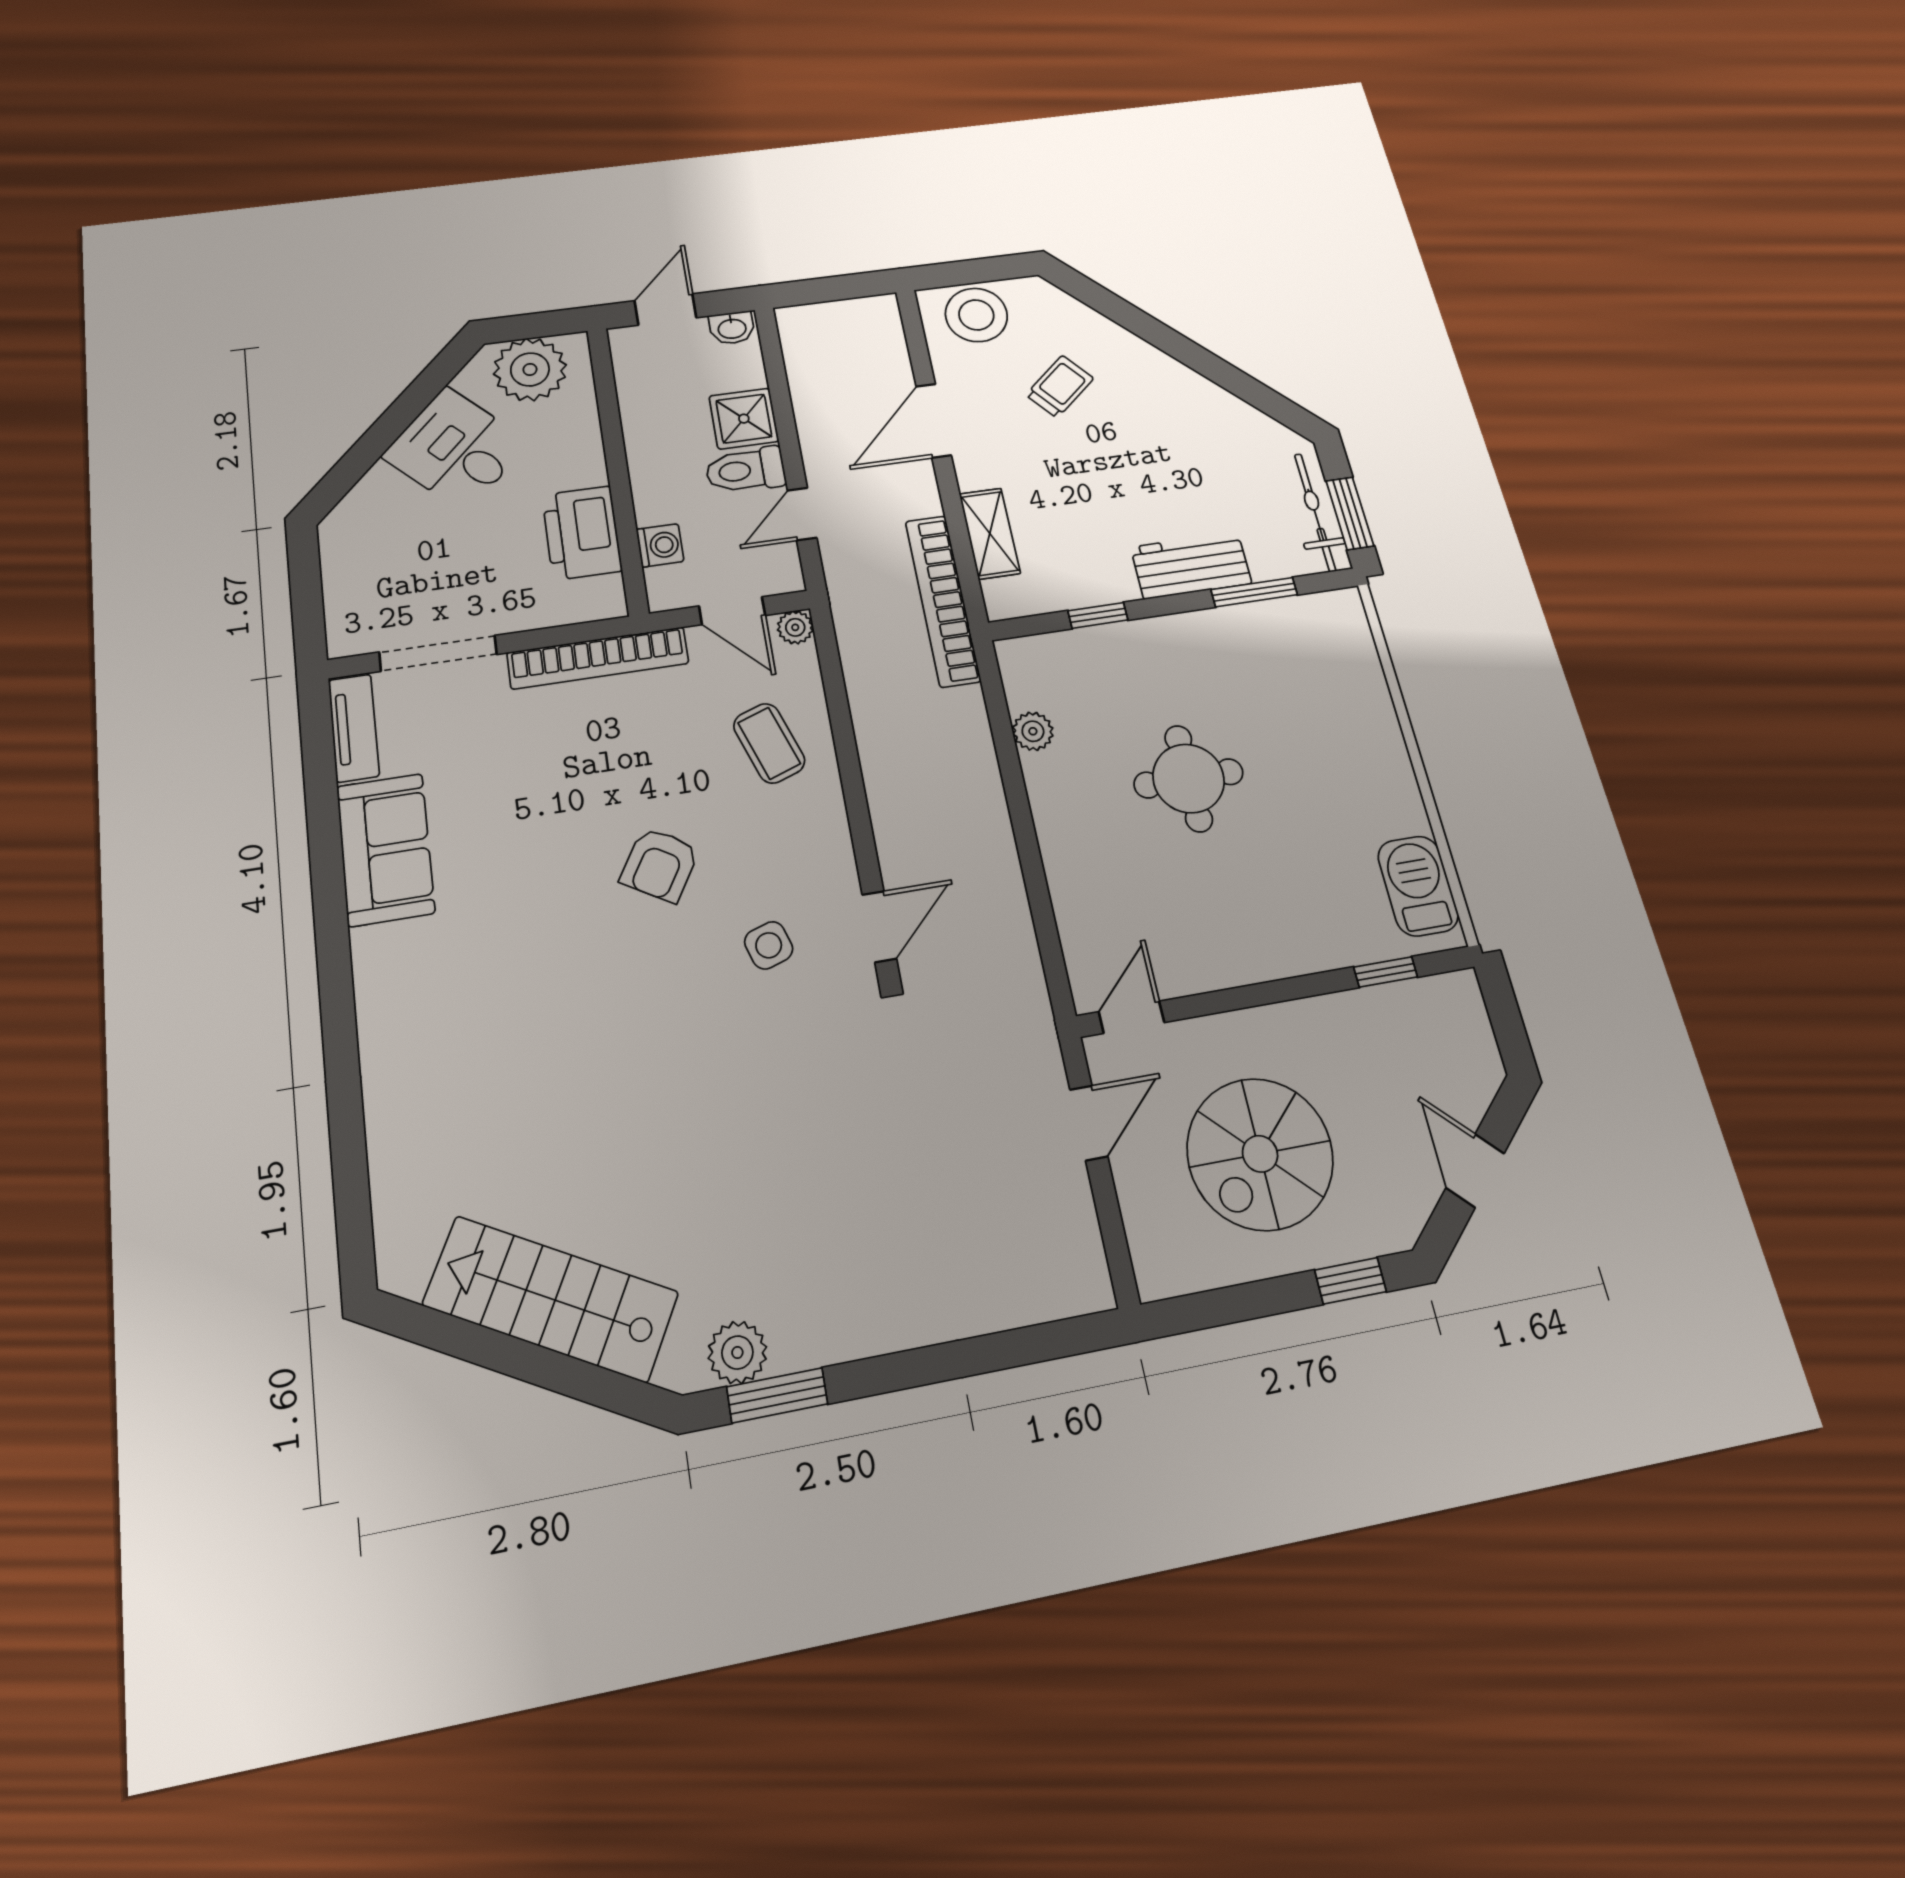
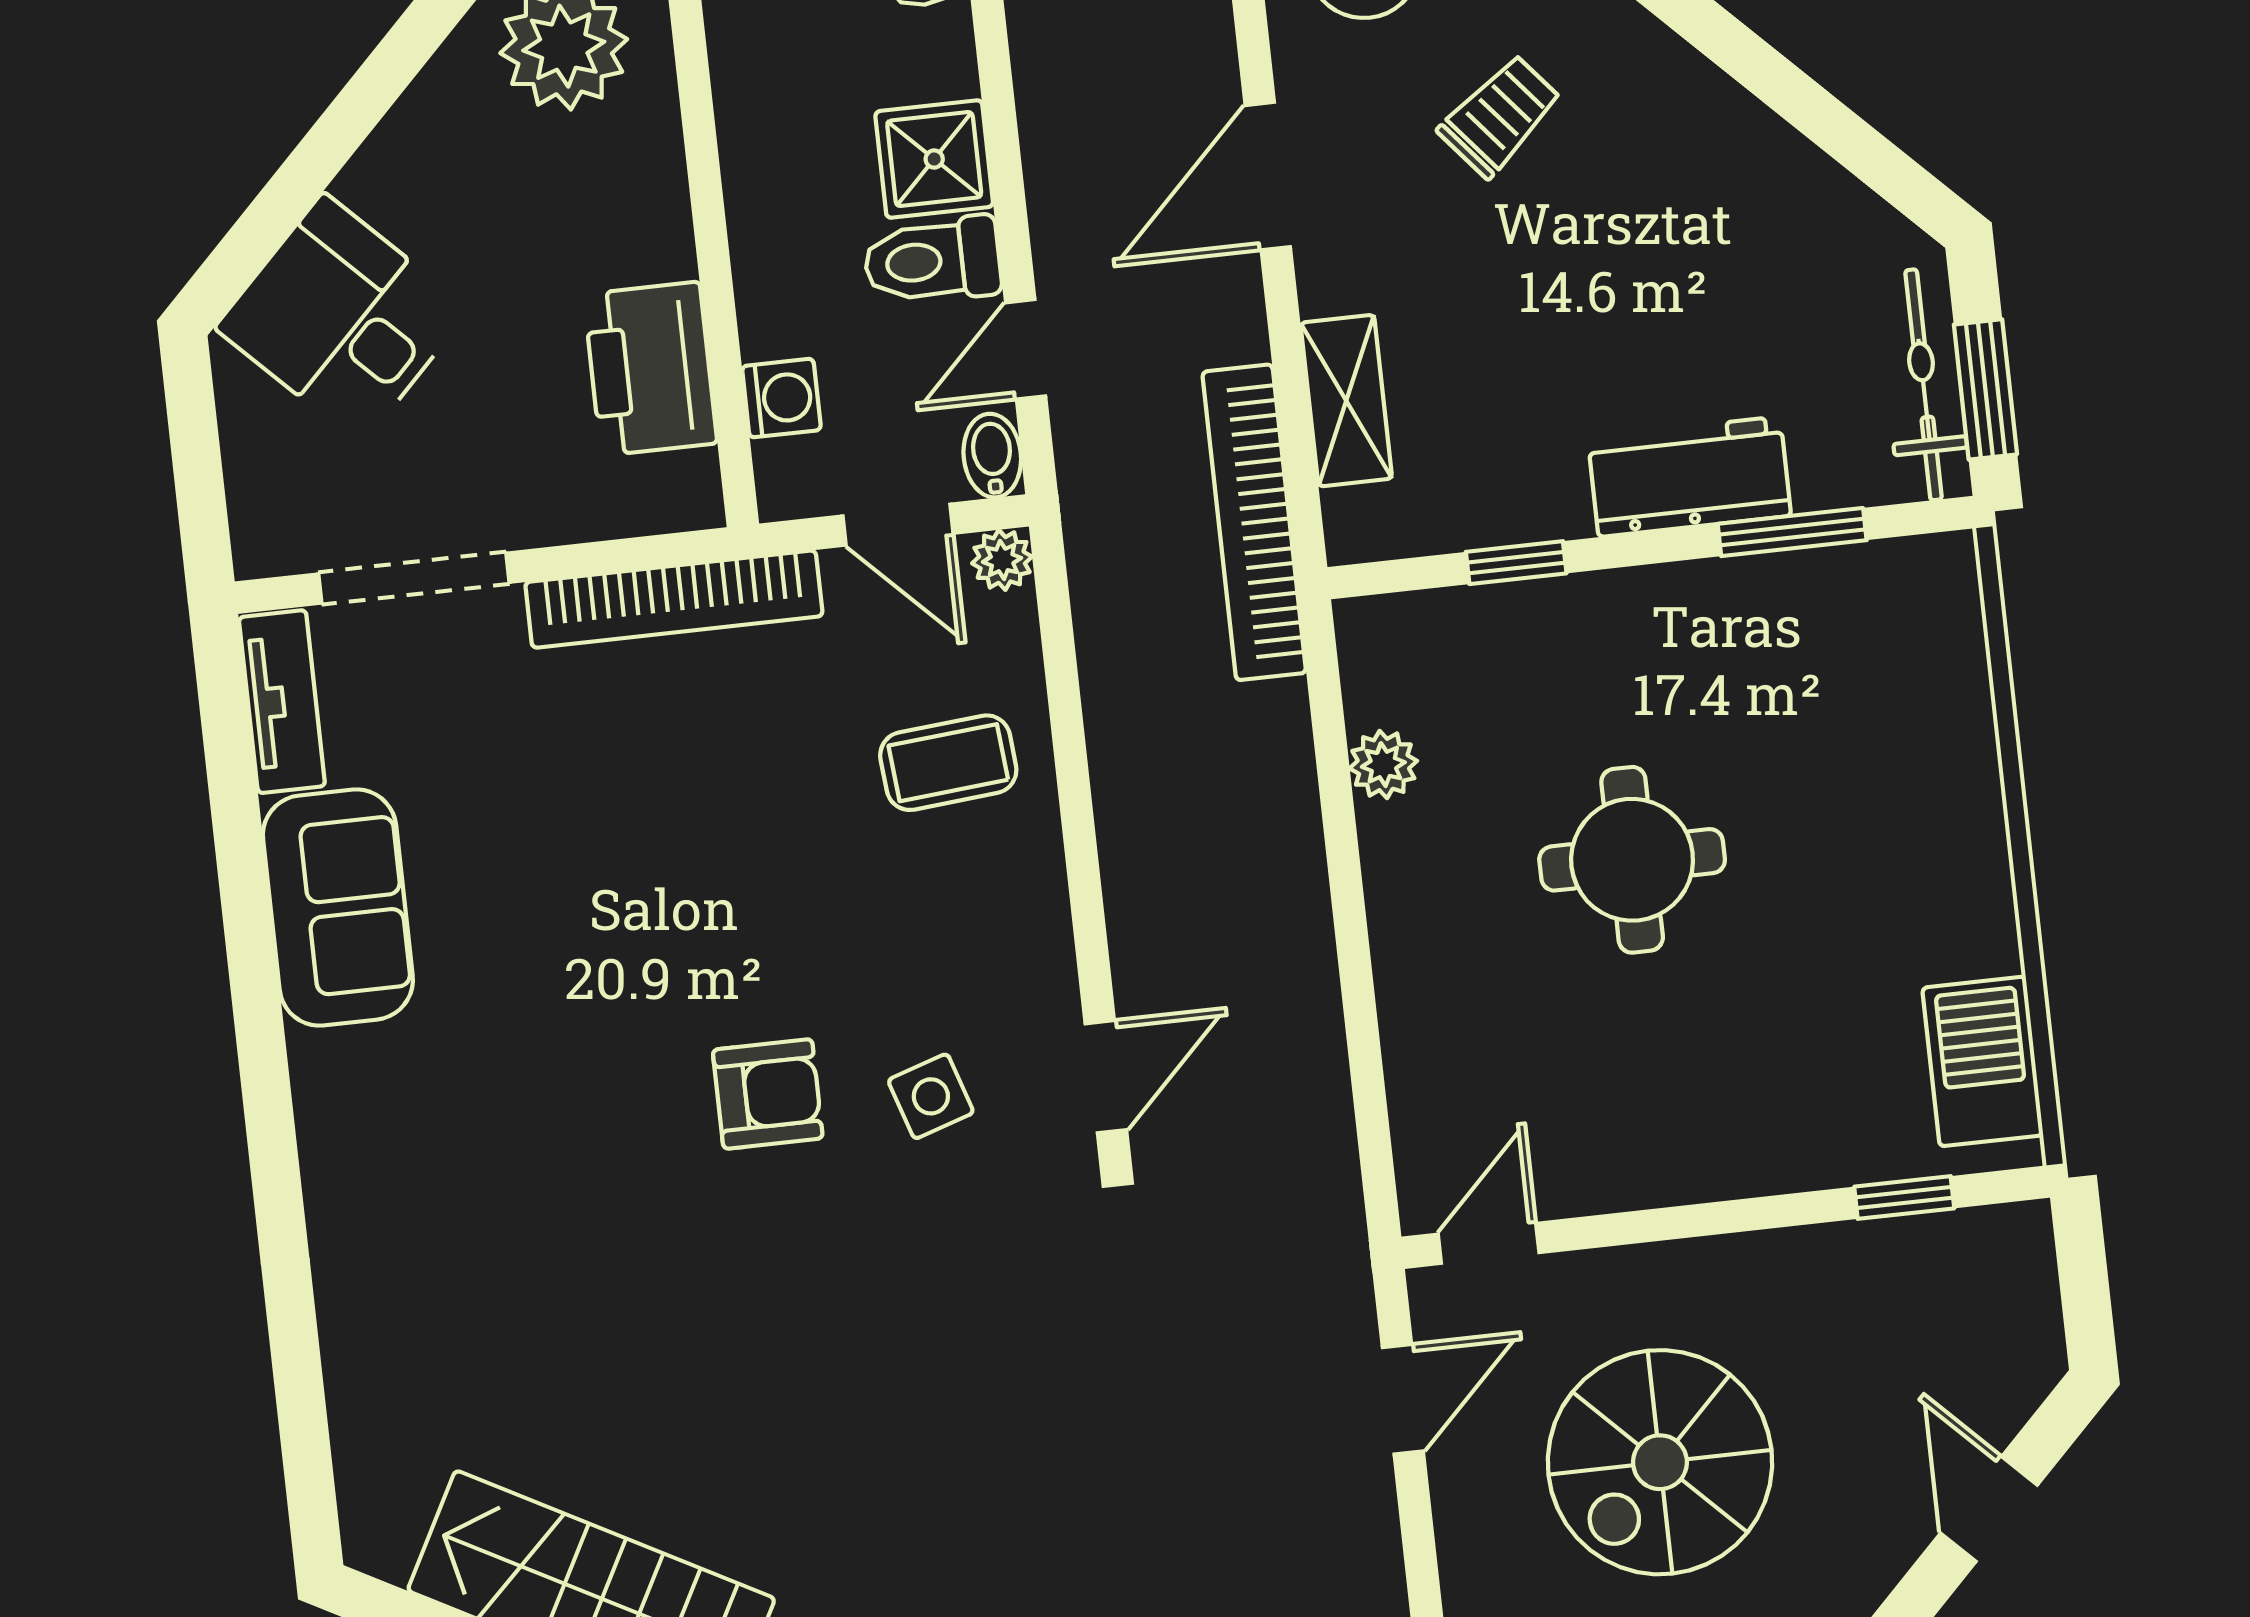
desk: (456, 449) -> (342, 319), moved
bidet: (786, 571) -> (992, 456), added
coffee table: (769, 743) -> (948, 763), turned -76
armchair: (660, 865) -> (768, 1094), moved, turned -121

